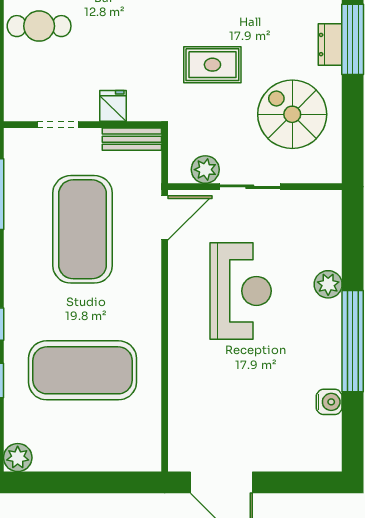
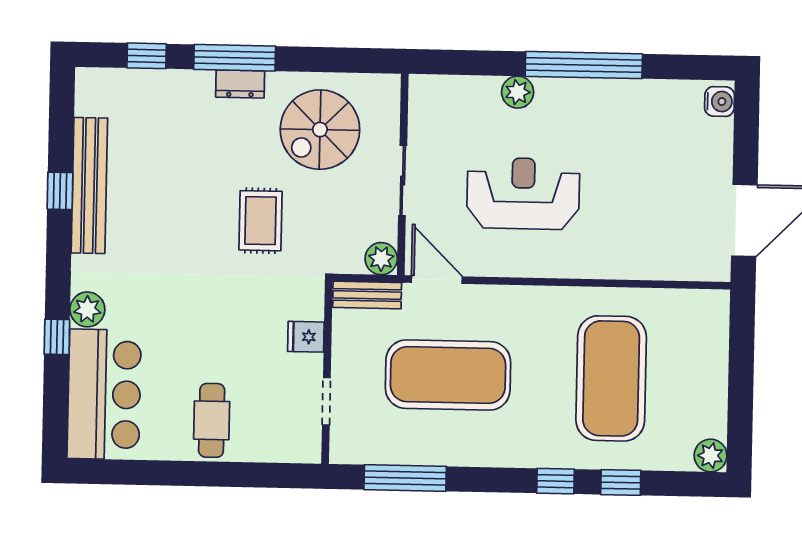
bench: (132, 139) -> (367, 295), moved, turned 90
plant: (205, 170) -> (381, 259), moved
water cooler: (329, 402) -> (720, 101), moved, turned 90

